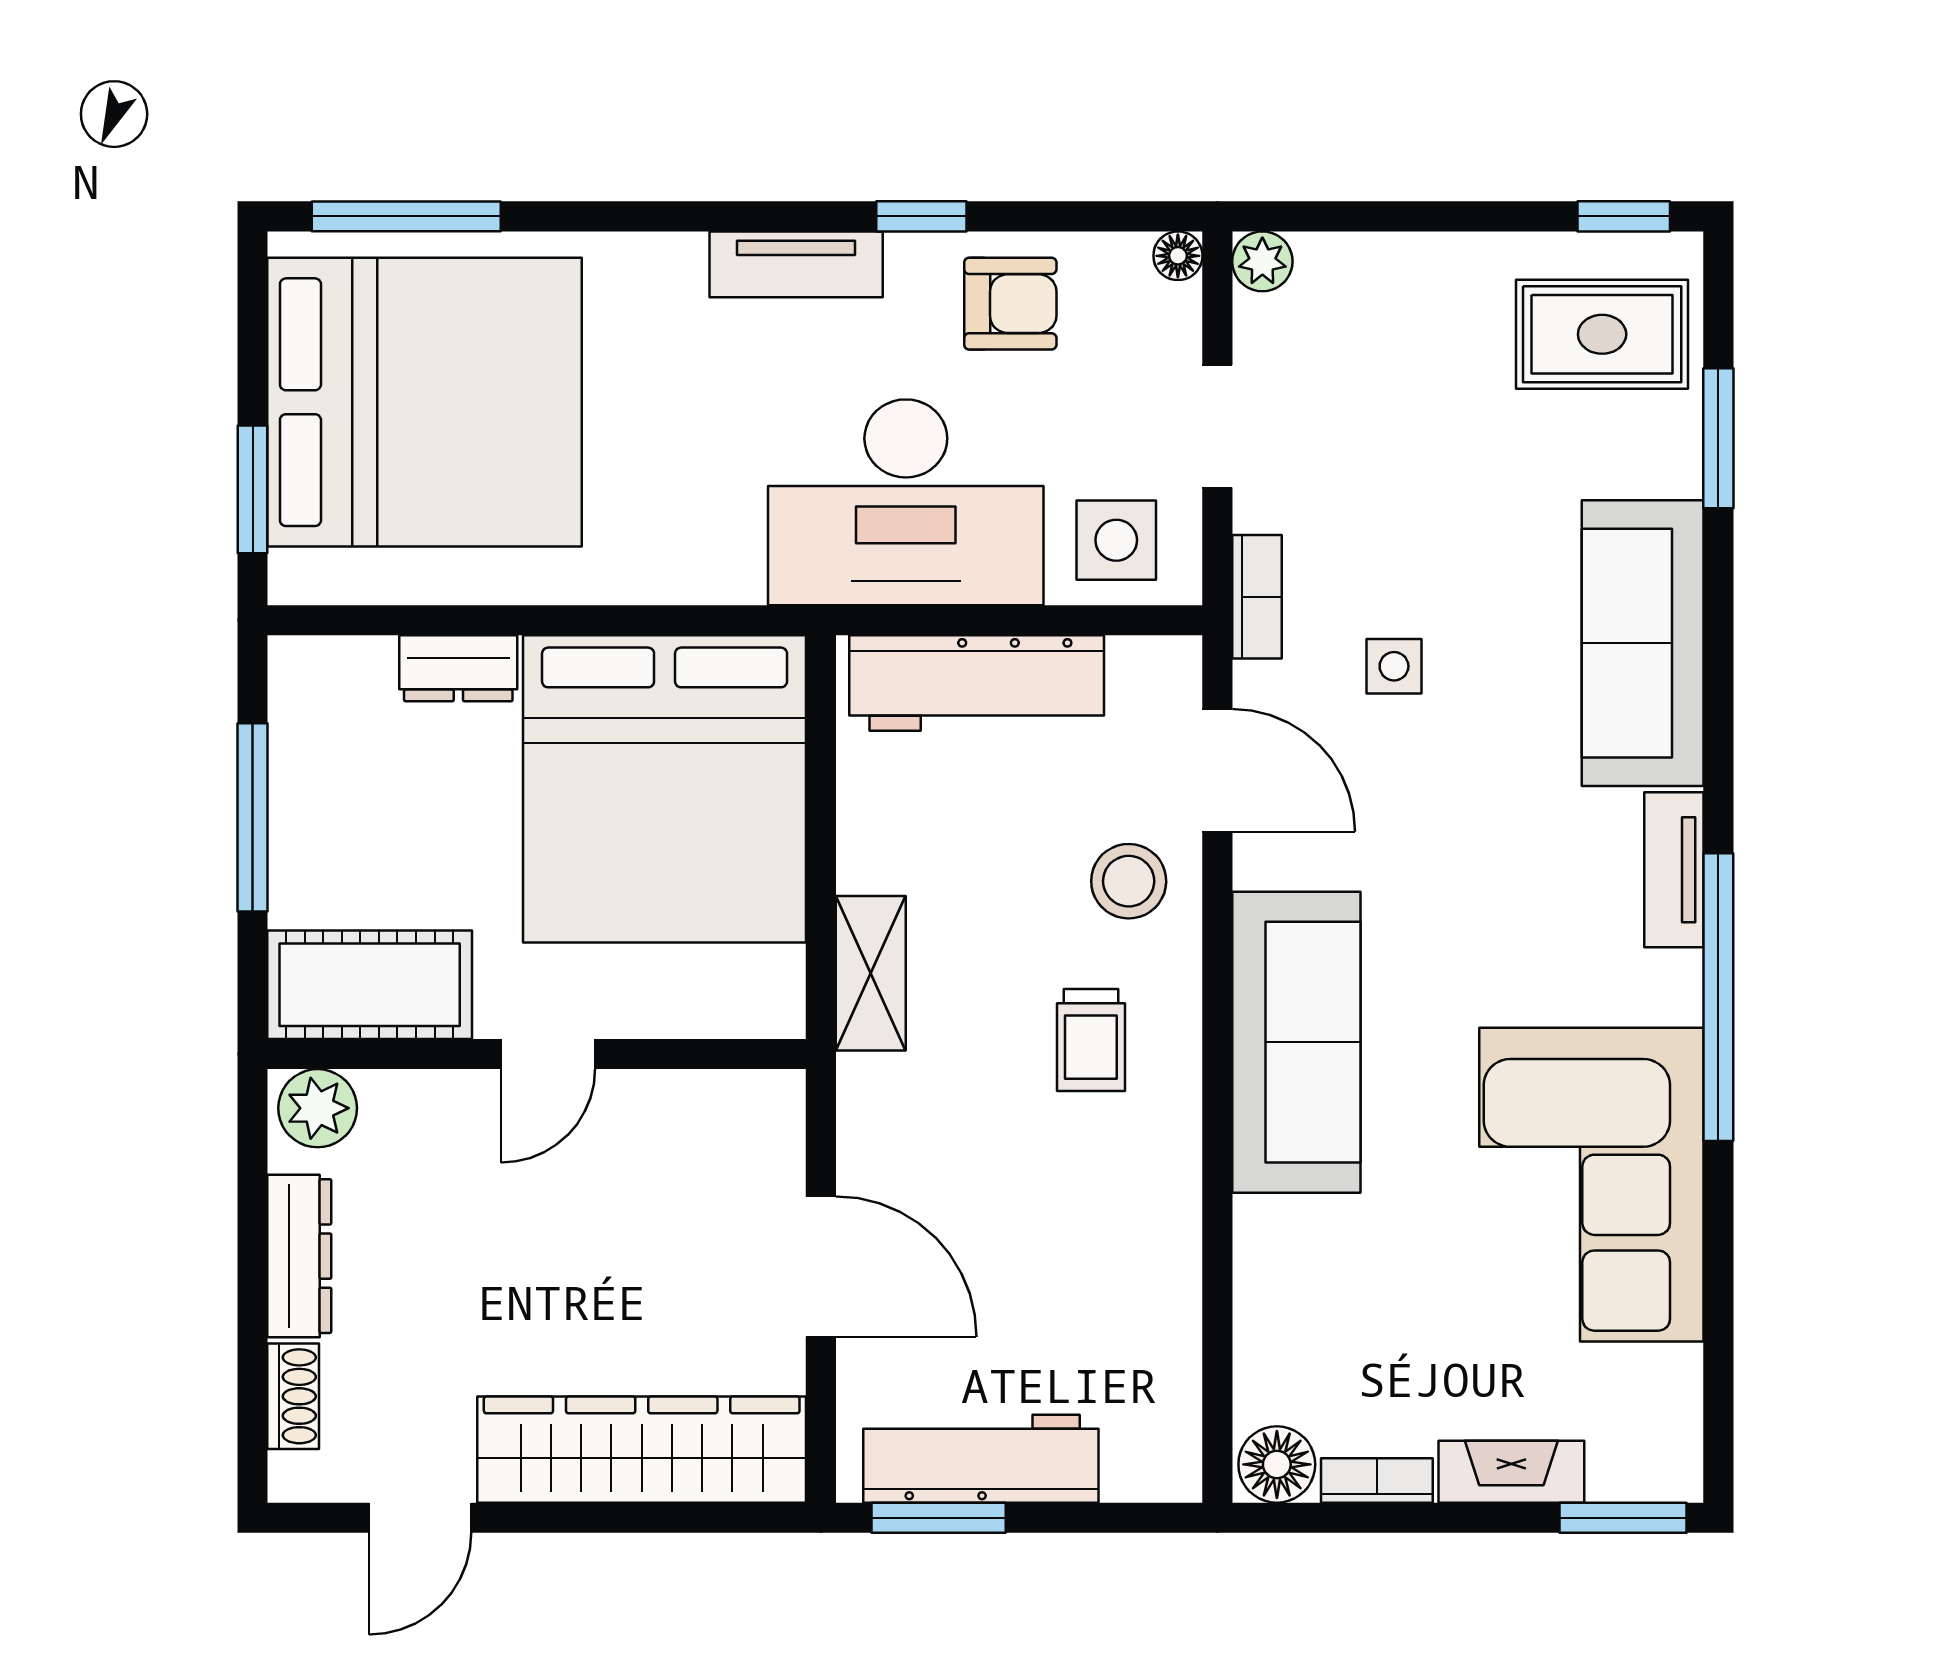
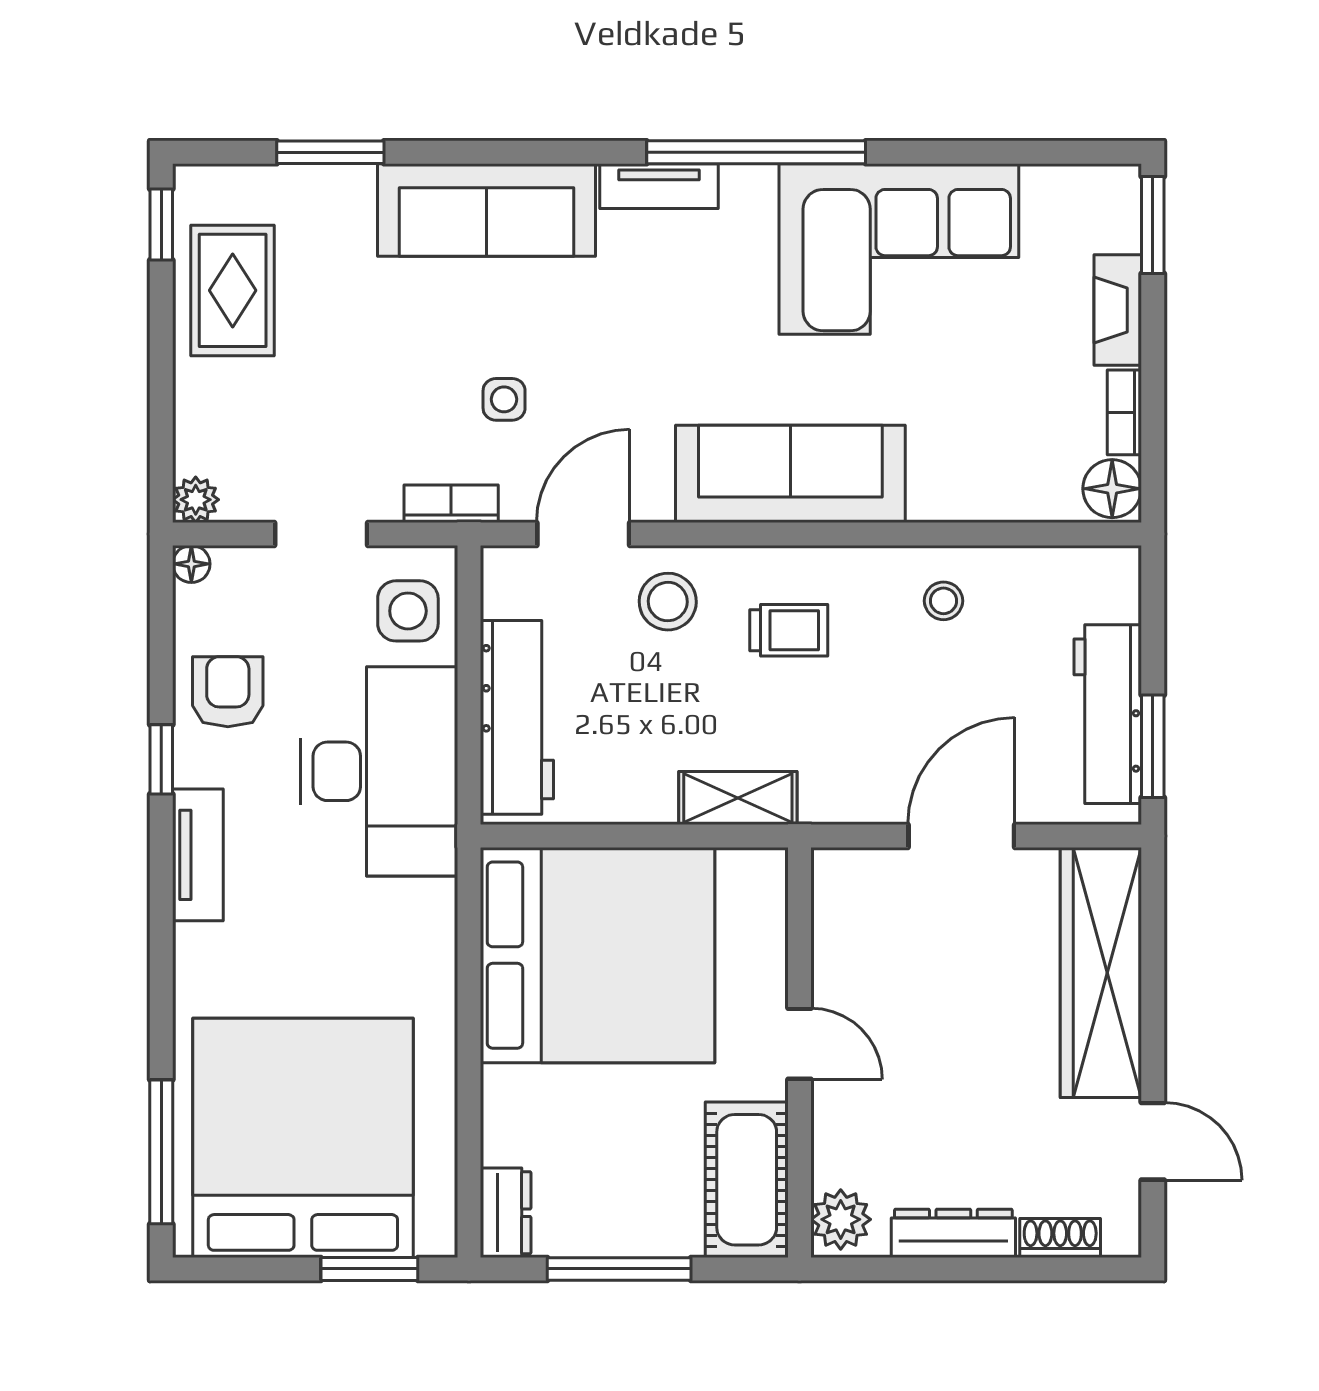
rug: (1602, 334) -> (233, 290), moved
dresser: (458, 668) -> (506, 1213), moved
stool: (1130, 1243) -> (943, 601), added

